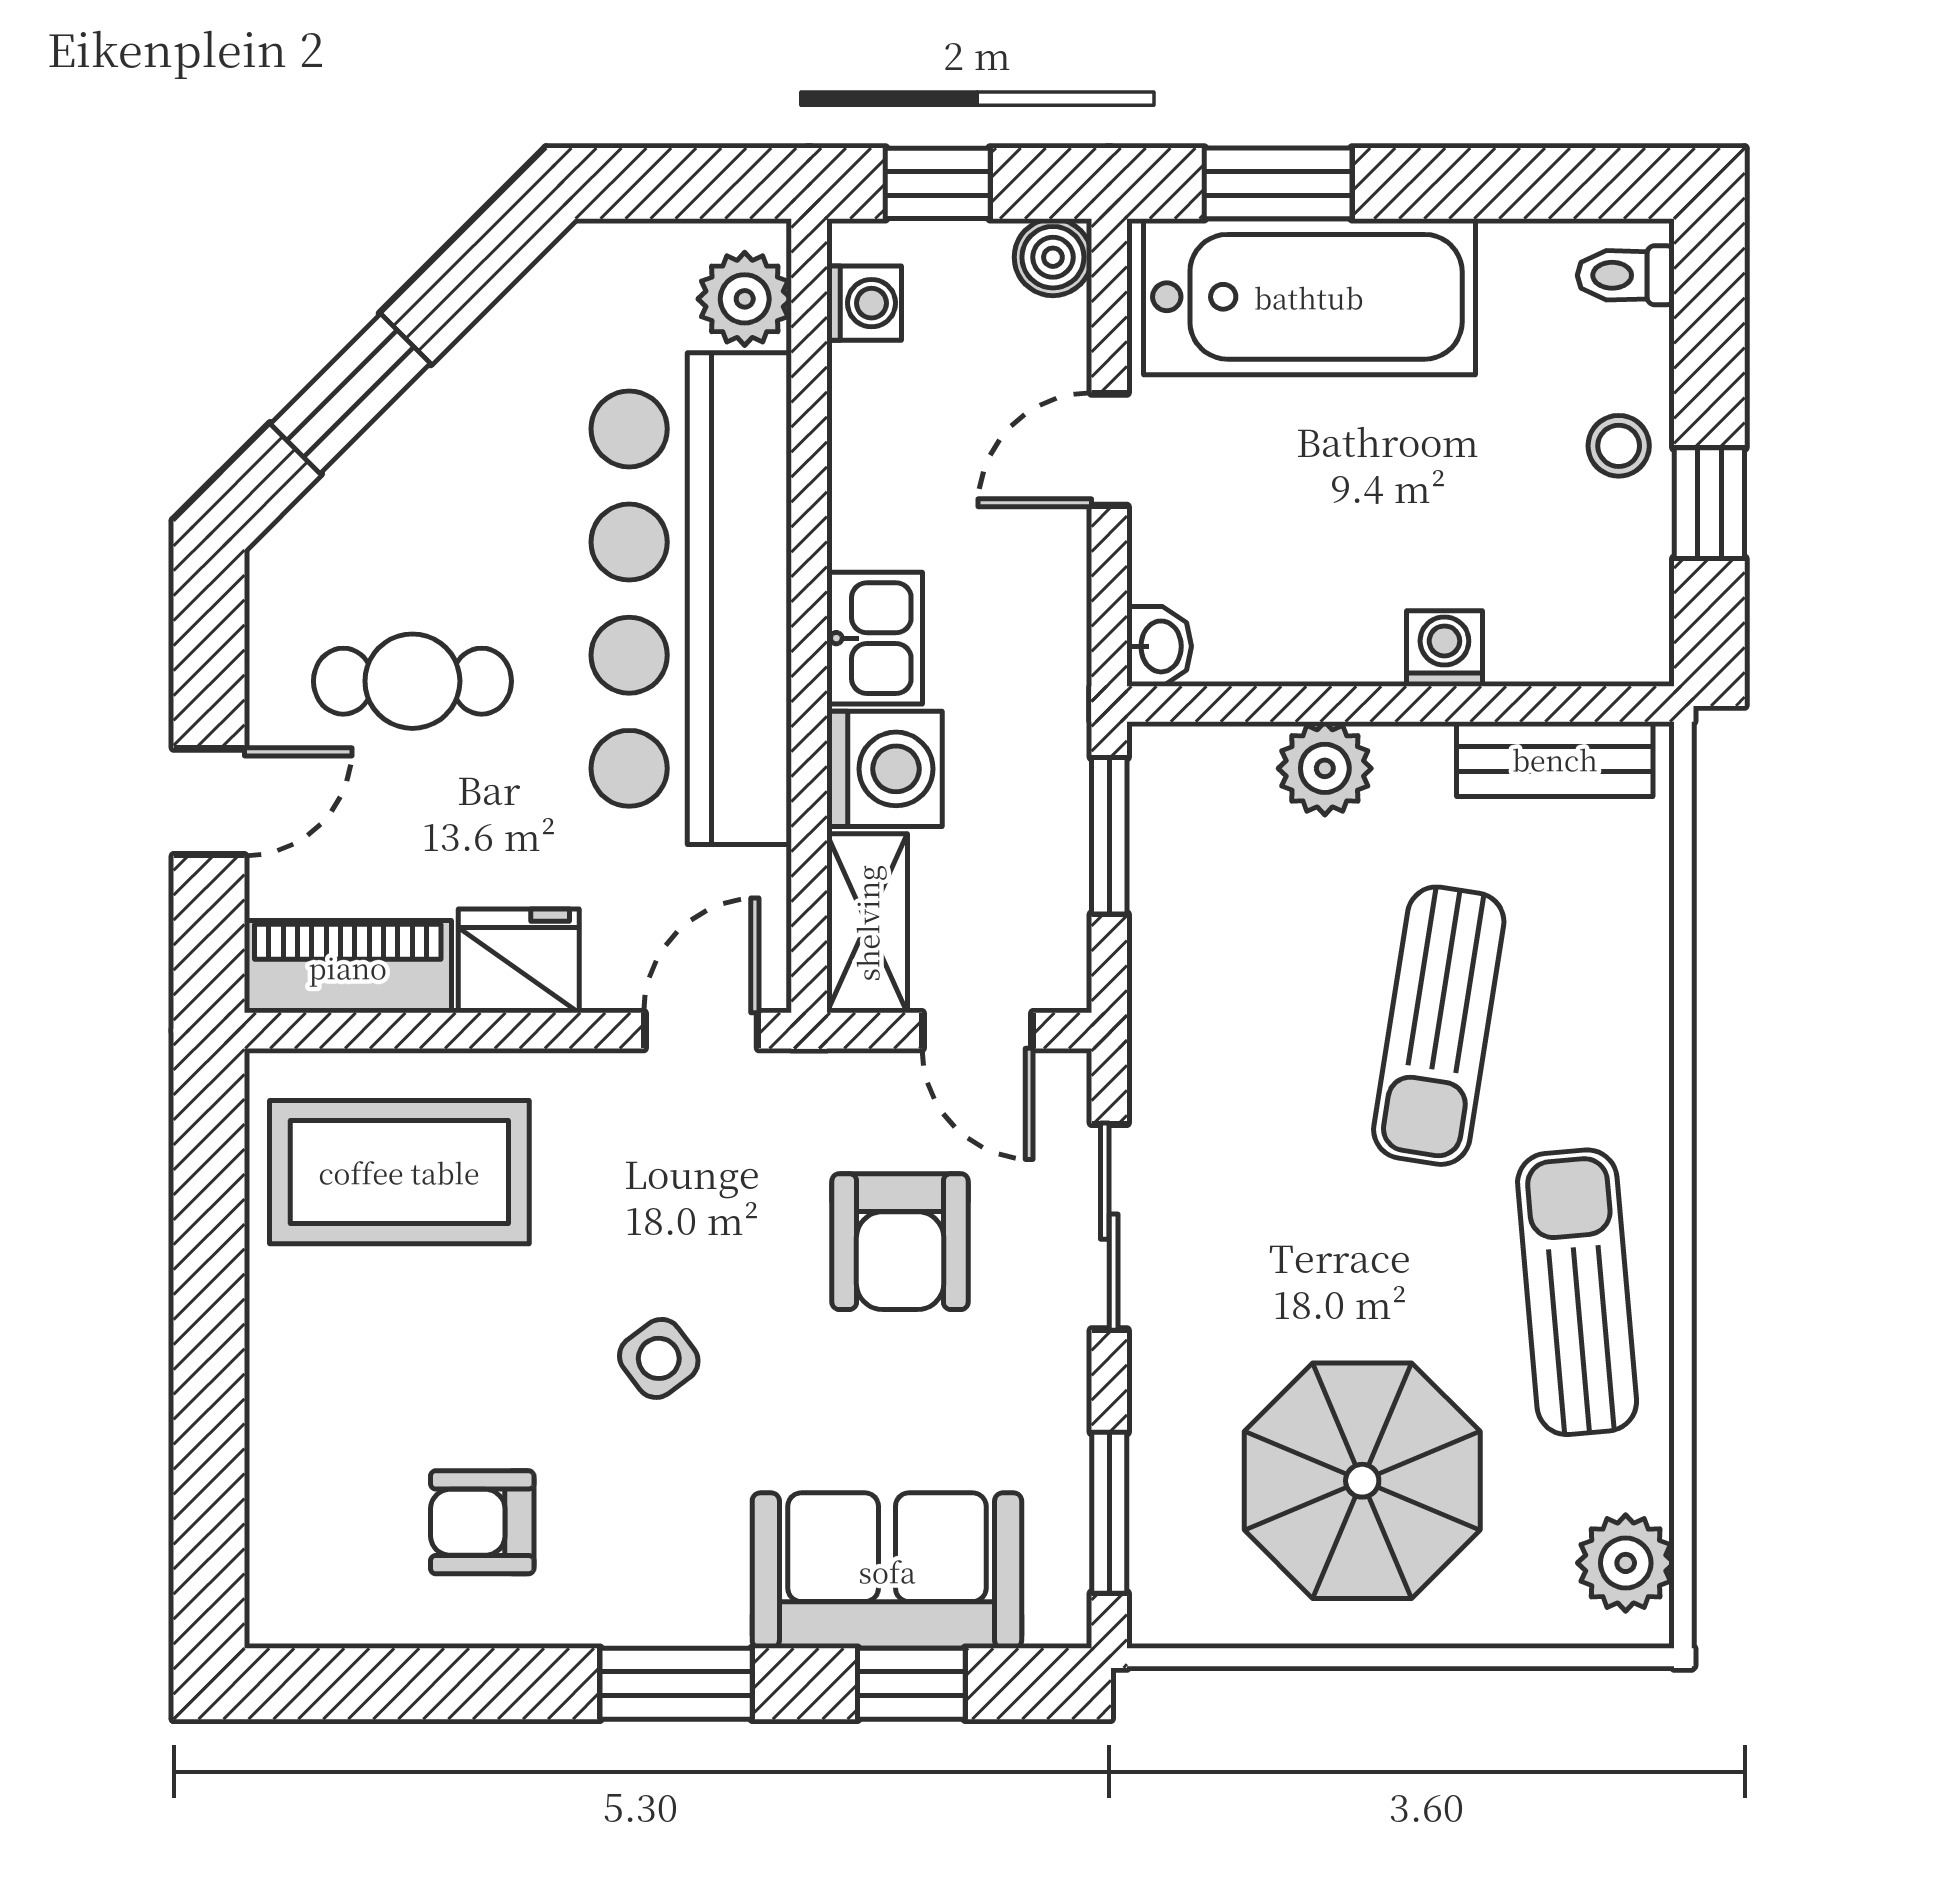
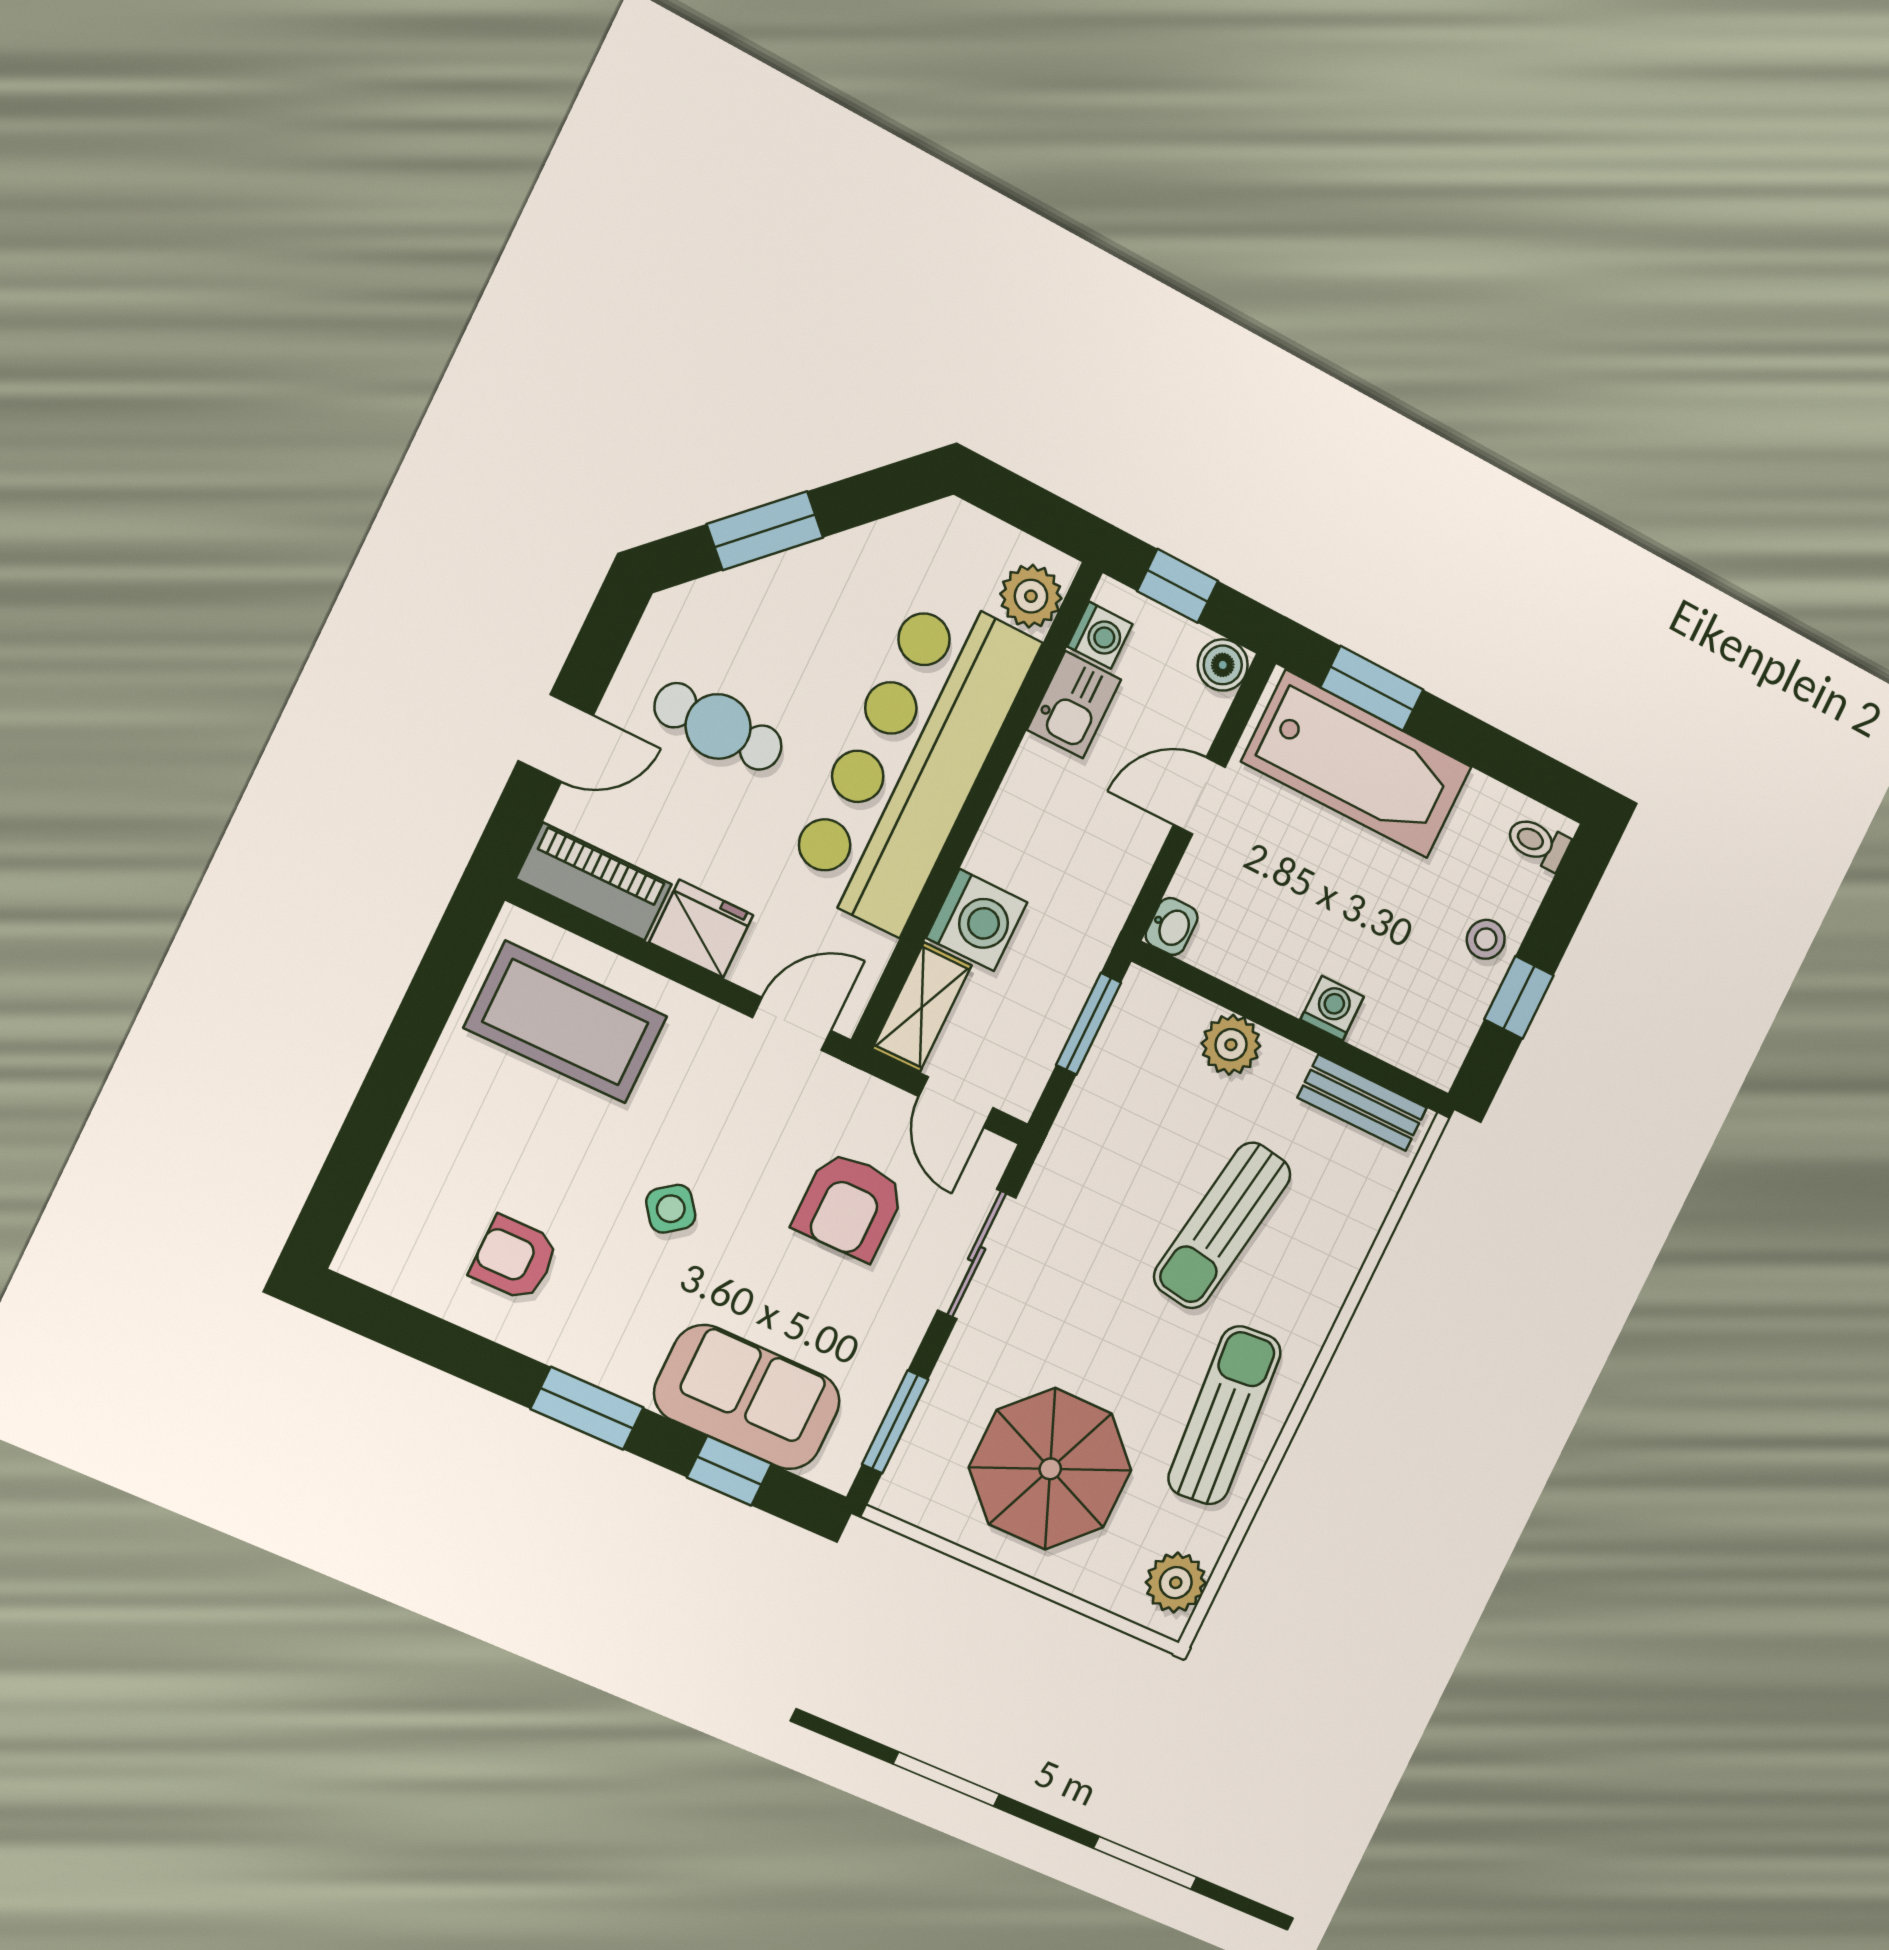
kitchen sink: (875, 638) -> (1074, 705), moved

